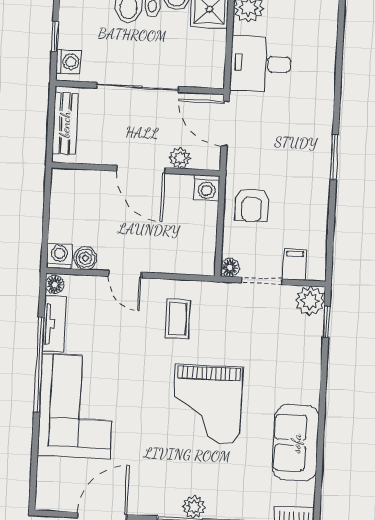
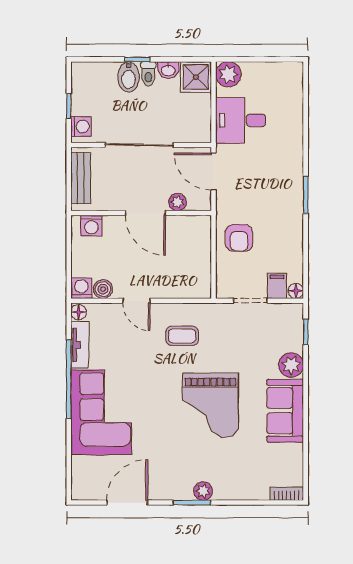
washing machine: (207, 188) -> (91, 226), moved
floor lamp: (230, 268) -> (296, 291), moved
plant: (310, 301) -> (291, 365), moved
coffee table: (178, 319) -> (182, 336), turned 90
sofa: (296, 443) -> (285, 411), moved

